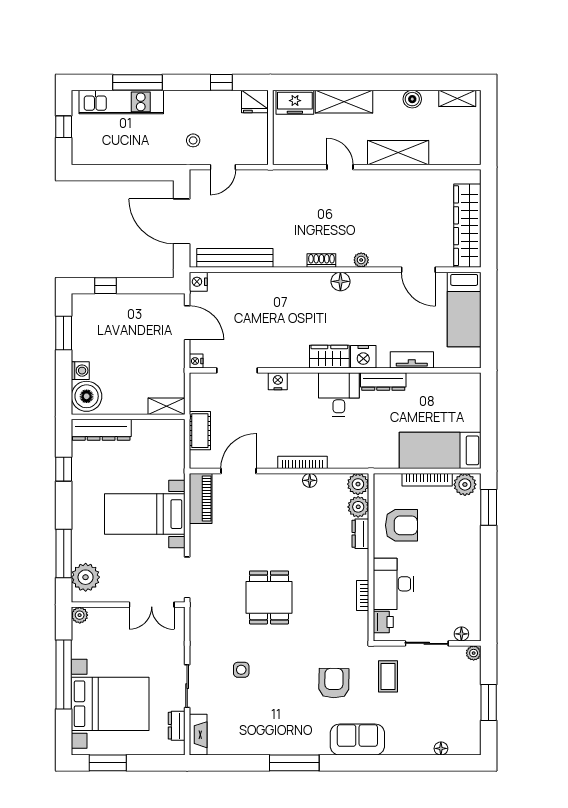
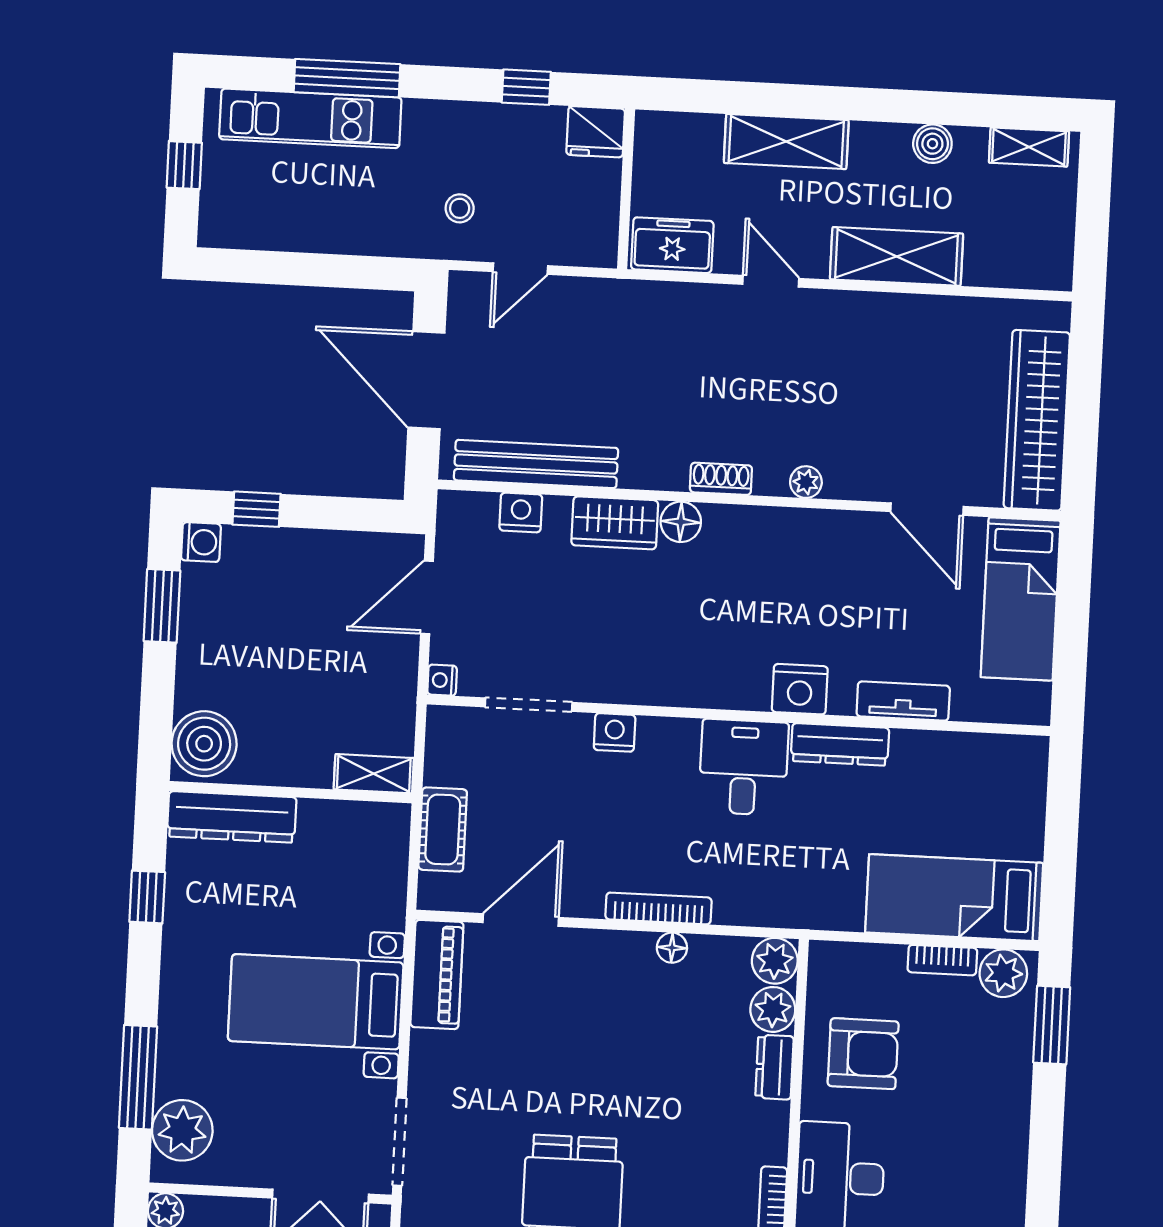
freezer: (295, 102) -> (672, 245), moved, turned 180
floor lamp: (340, 281) -> (681, 522), moved
nightstand: (198, 282) -> (521, 513), moved, turned 90
door: (187, 323) -> (427, 597), swing flipped
wardrobe: (329, 357) -> (615, 523), moved, turned 180
washing machine: (80, 371) -> (201, 542), moved
bookcase: (427, 480) -> (942, 960), width x0.64

